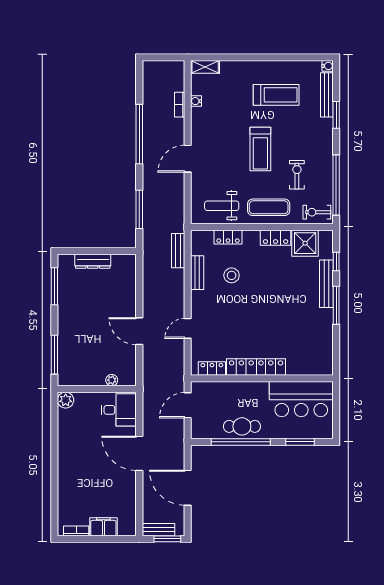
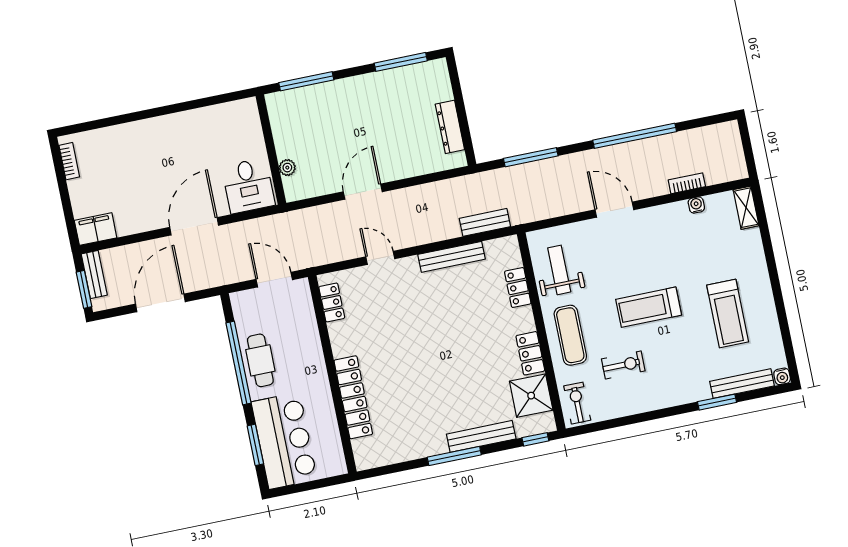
window: (336, 185) -> (620, 422), removed
dresser: (93, 261) -> (450, 127), moved
window: (336, 261) -> (535, 439), moved
bench: (197, 273) -> (452, 257), width x1.36
stool: (232, 275) -> (466, 303), removed
locker: (256, 367) -> (353, 397), moved
bar counter: (301, 399) -> (284, 441), moved, turned 180
plant: (66, 400) -> (247, 109), removed
filing cabinet: (103, 527) -> (96, 229), moved, turned -90

